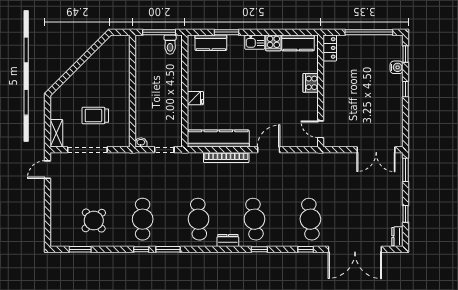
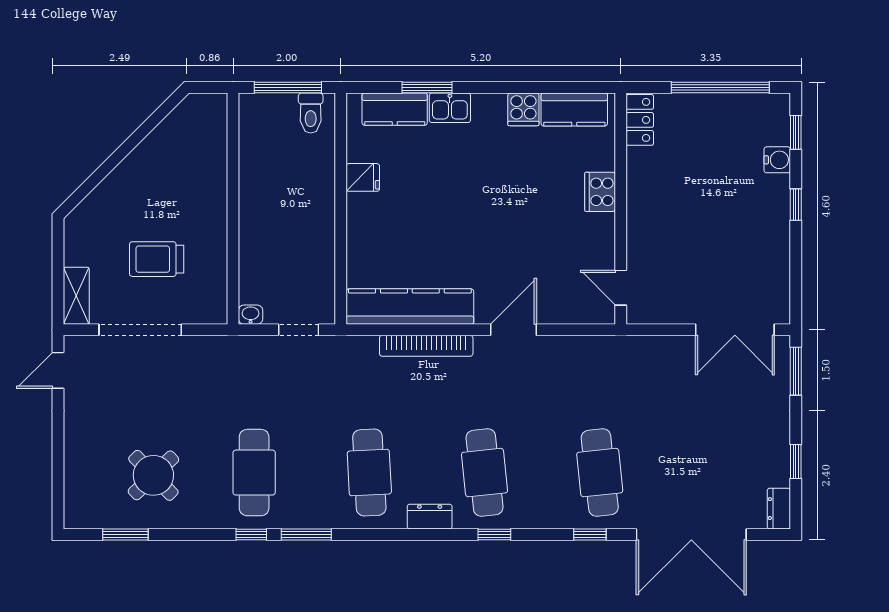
kitchen sink: (255, 42) -> (450, 108), moved
fridge: (195, 98) -> (363, 177), moved

